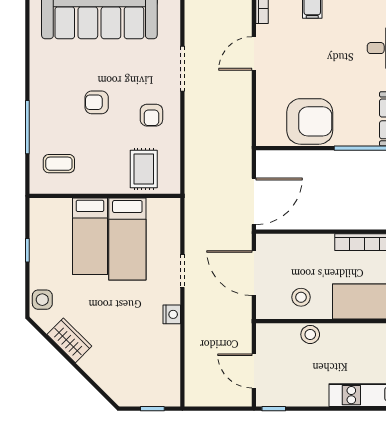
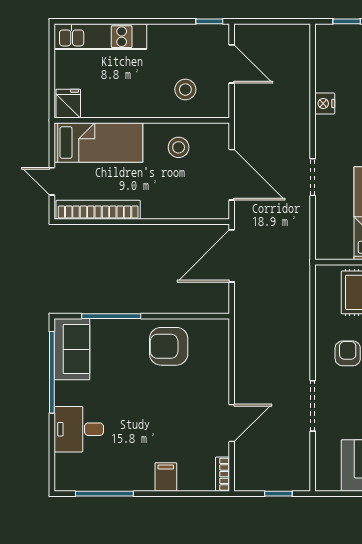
armchair: (310, 121) -> (169, 346), width x0.73, depth x0.73
nightstand: (172, 314) -> (325, 103), moved
stool: (310, 334) -> (185, 90), moved

